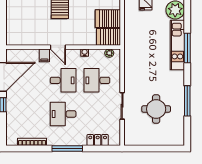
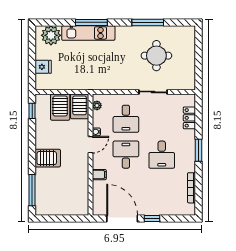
door: (58, 47) -> (90, 145), moved
window: (67, 148) -> (198, 150), width x0.69

